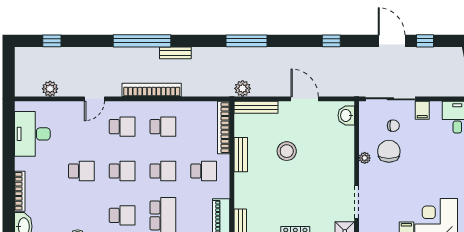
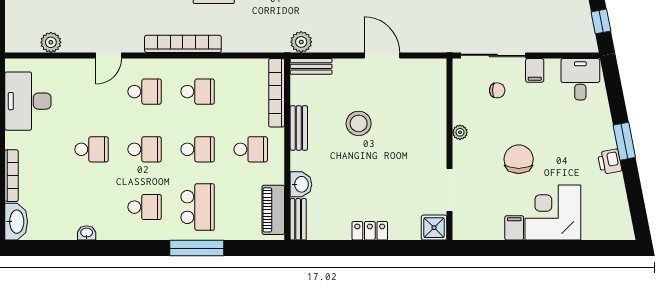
bench: (256, 107) -> (311, 66), width x0.73
washbasin: (346, 115) -> (301, 184), moved, turned 180
chair: (389, 151) -> (519, 159), moved

